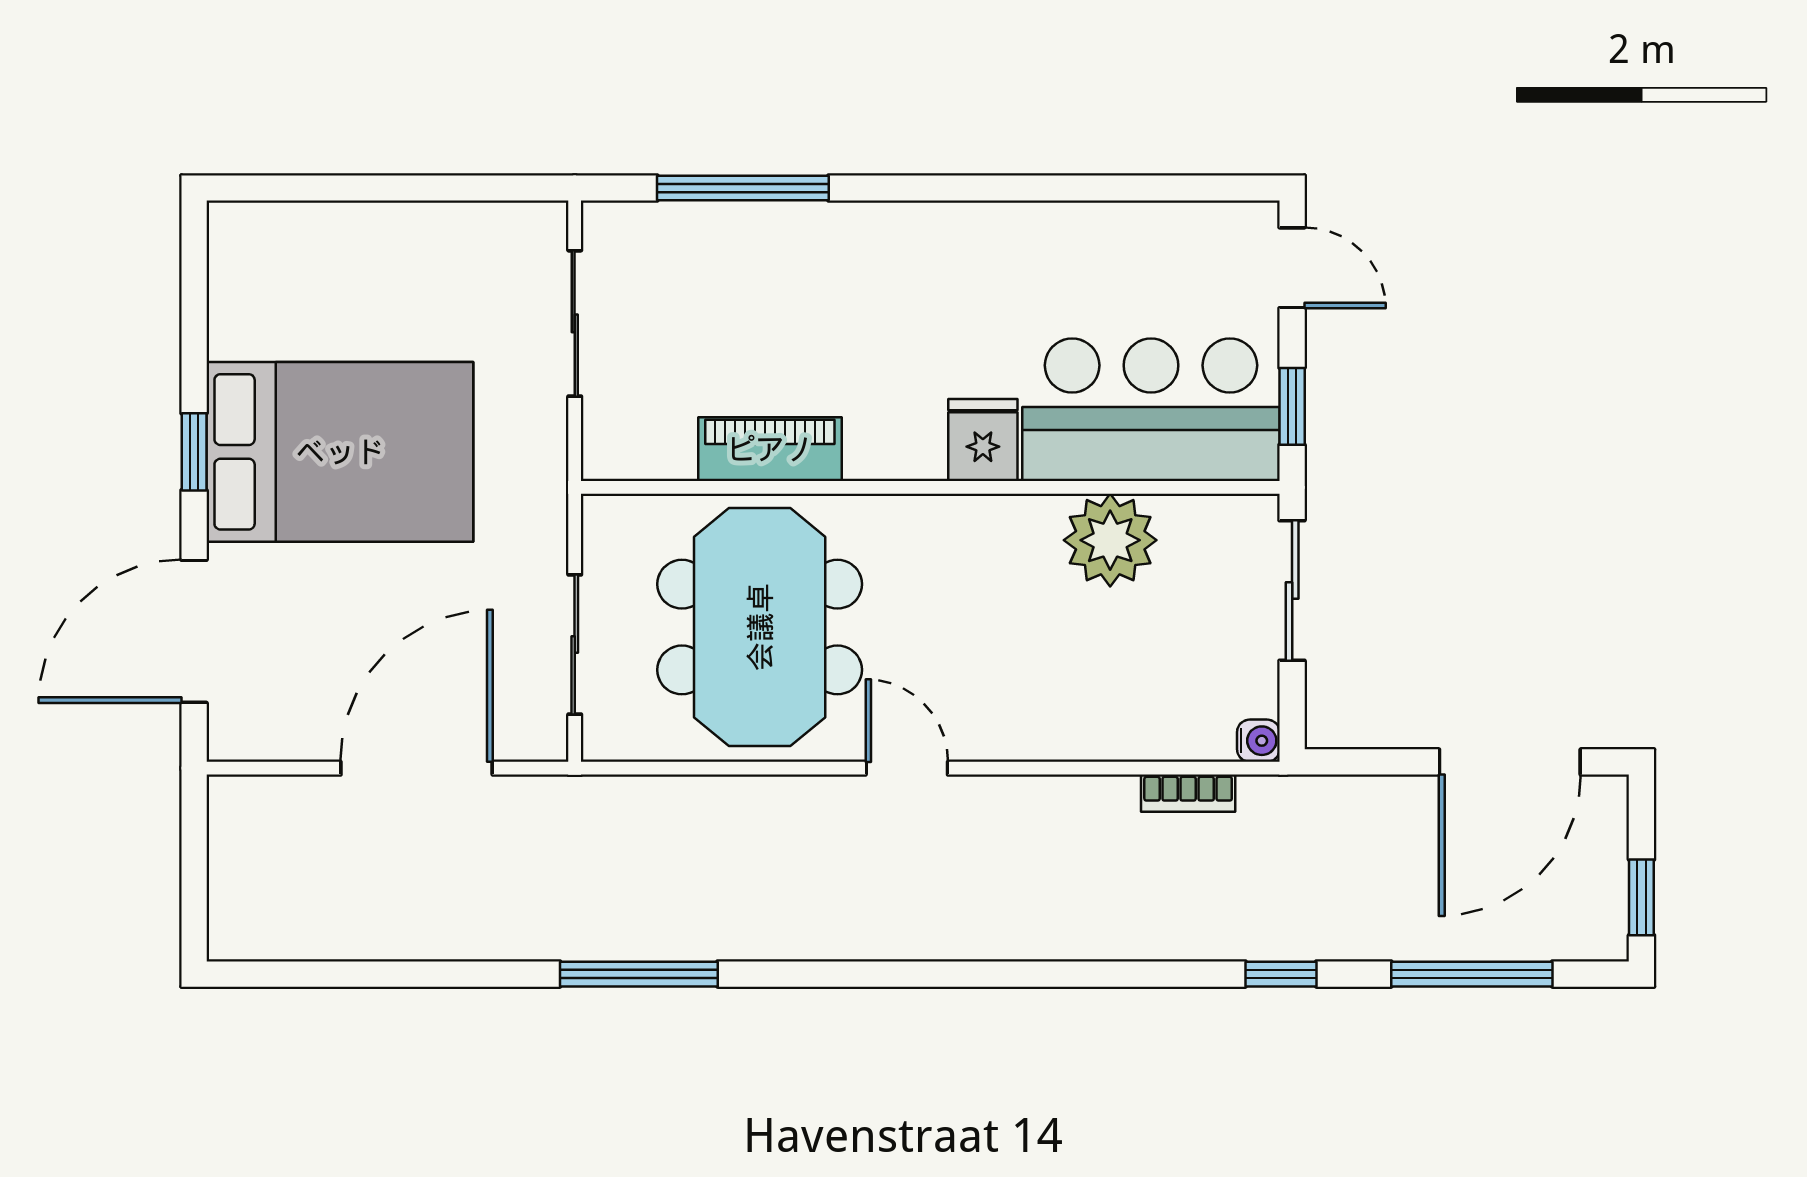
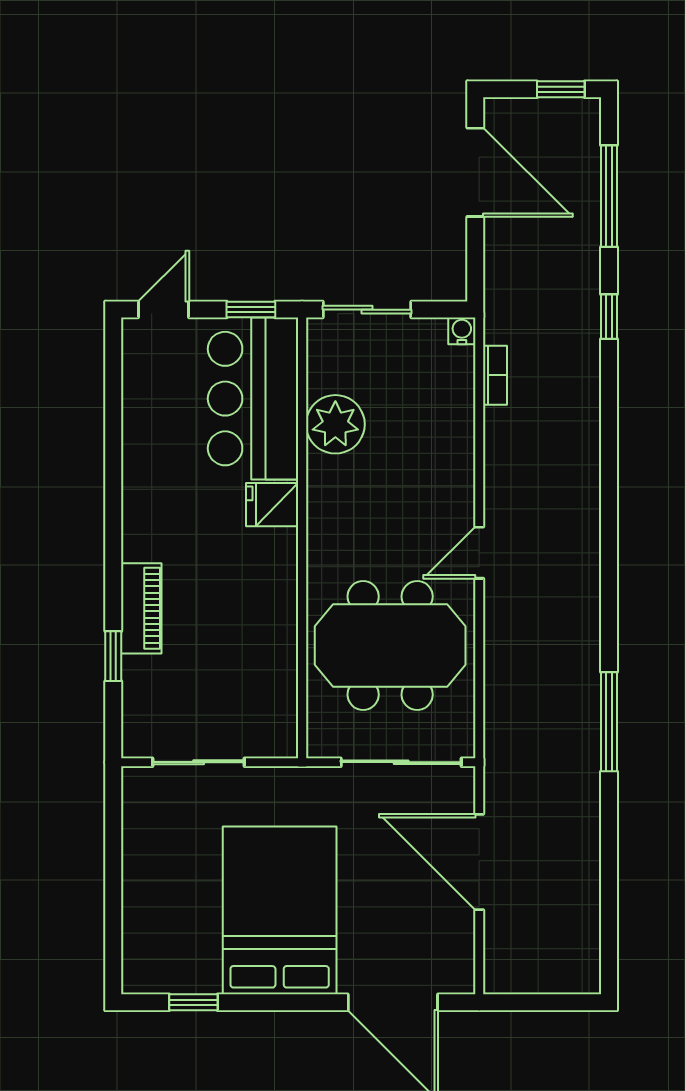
window: (743, 188) -> (113, 656), width x0.46
piano: (770, 449) -> (141, 608), moved, turned 180
window: (194, 452) -> (193, 1002), moved
sliding door: (575, 644) -> (401, 762), width x1.37

